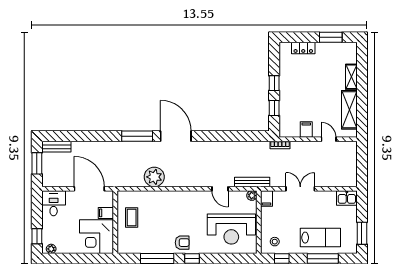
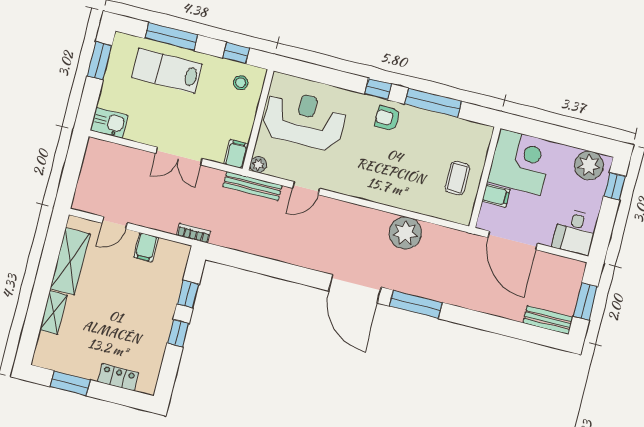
door: (329, 139) -> (115, 223), hinge flipped
door: (220, 189) -> (306, 188), swing flipped
plant: (51, 249) -> (589, 165), width x1.88, depth x1.88

